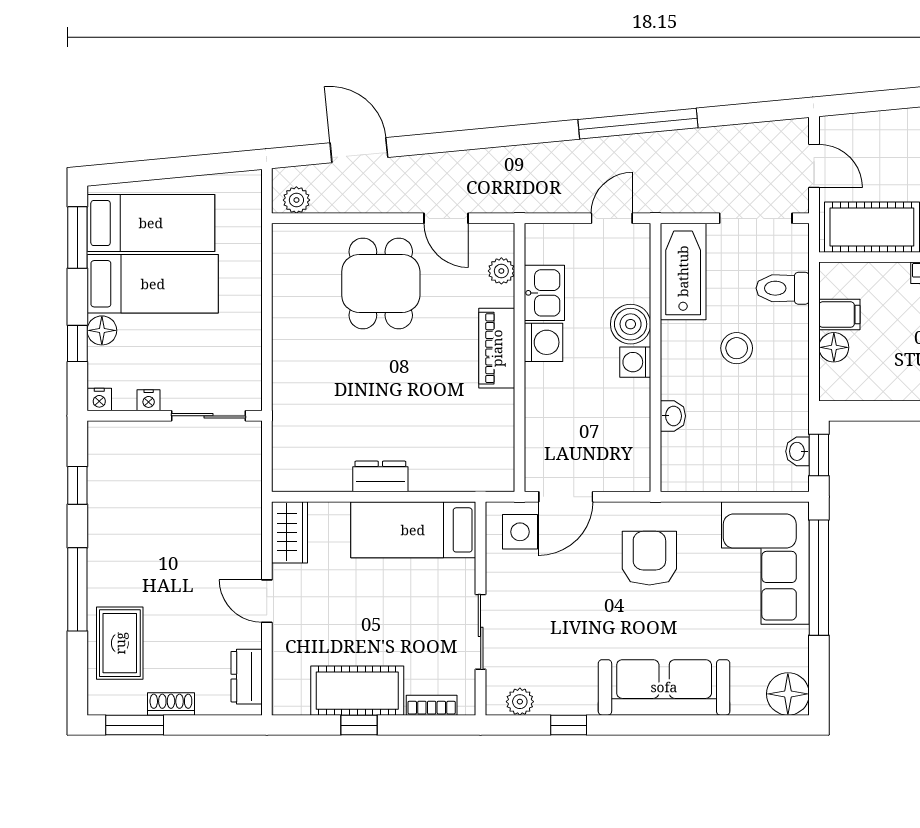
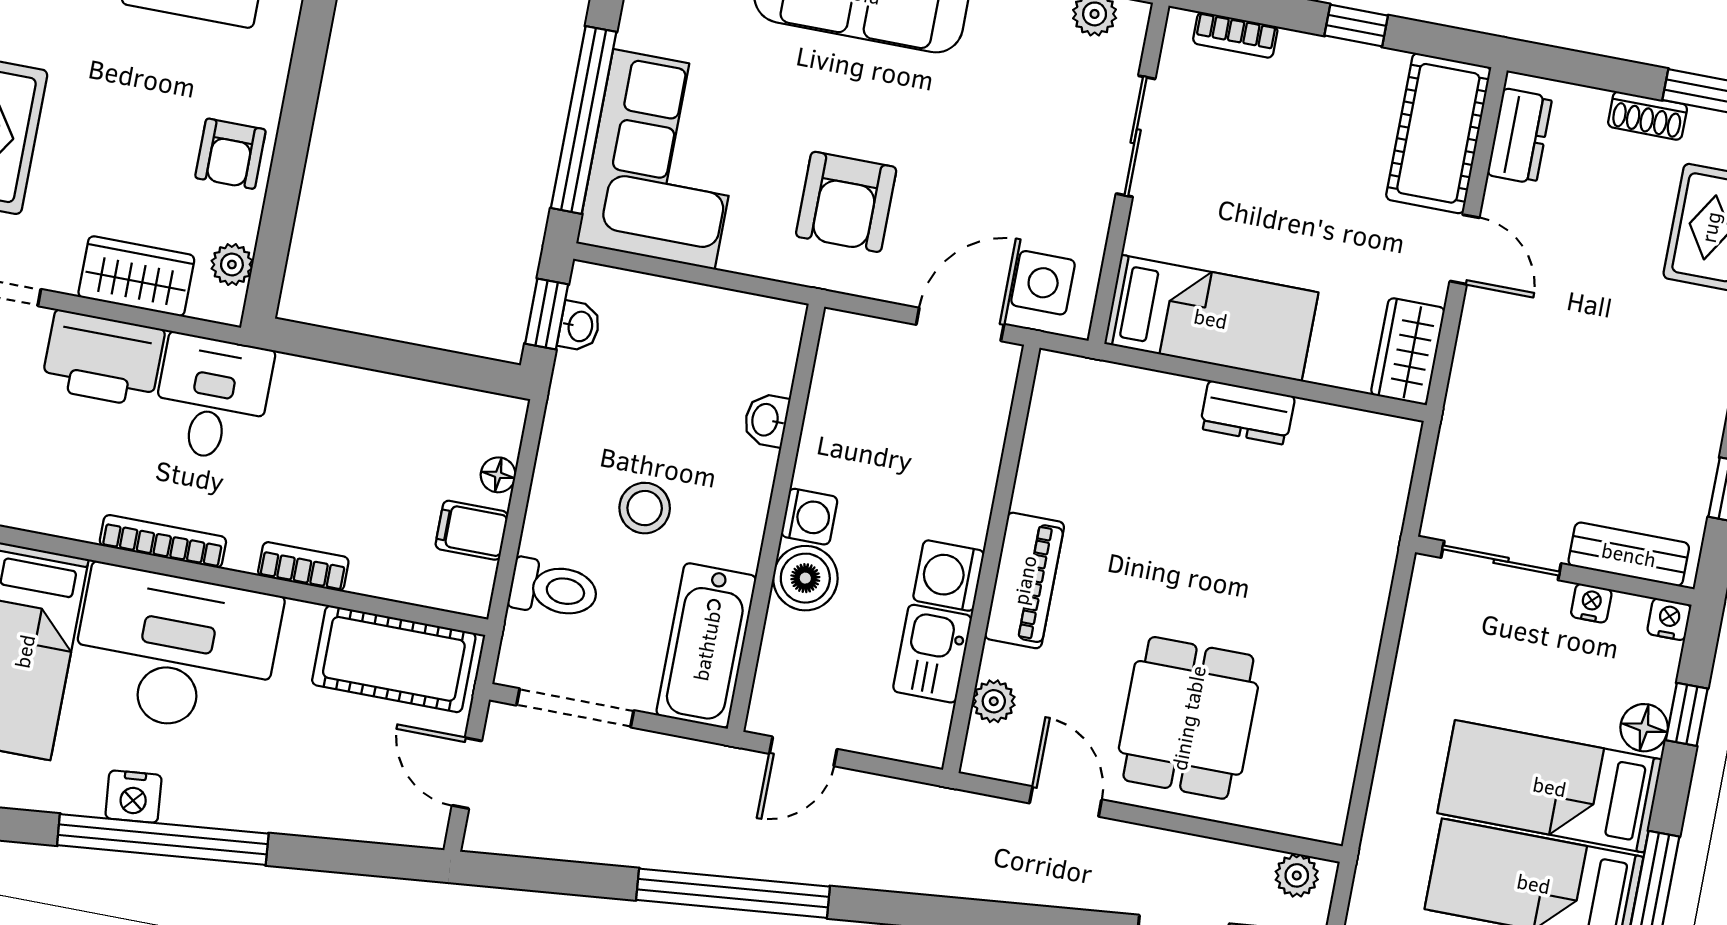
floor lamp: (834, 347) -> (498, 475), width x0.73, depth x0.73
bench: (131, 434) -> (1629, 554), added
cot: (357, 691) -> (1438, 133), moved, turned 90

